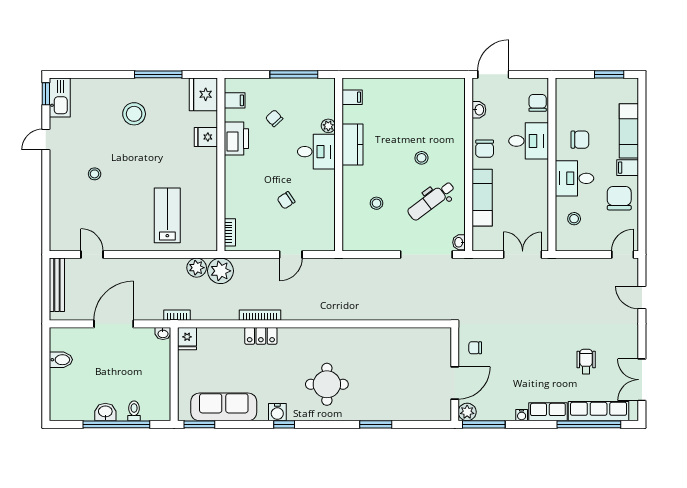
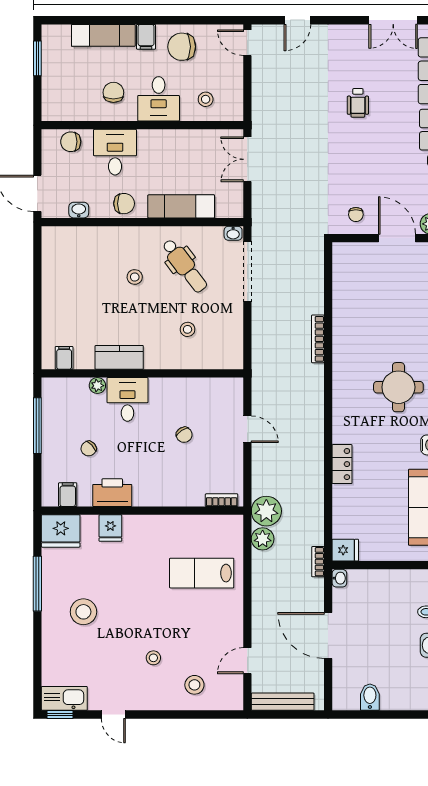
stool: (71, 209) -> (194, 685), added
bookcase: (260, 315) -> (318, 339), moved
wheelchair: (586, 362) -> (358, 103), moved, turned -90

